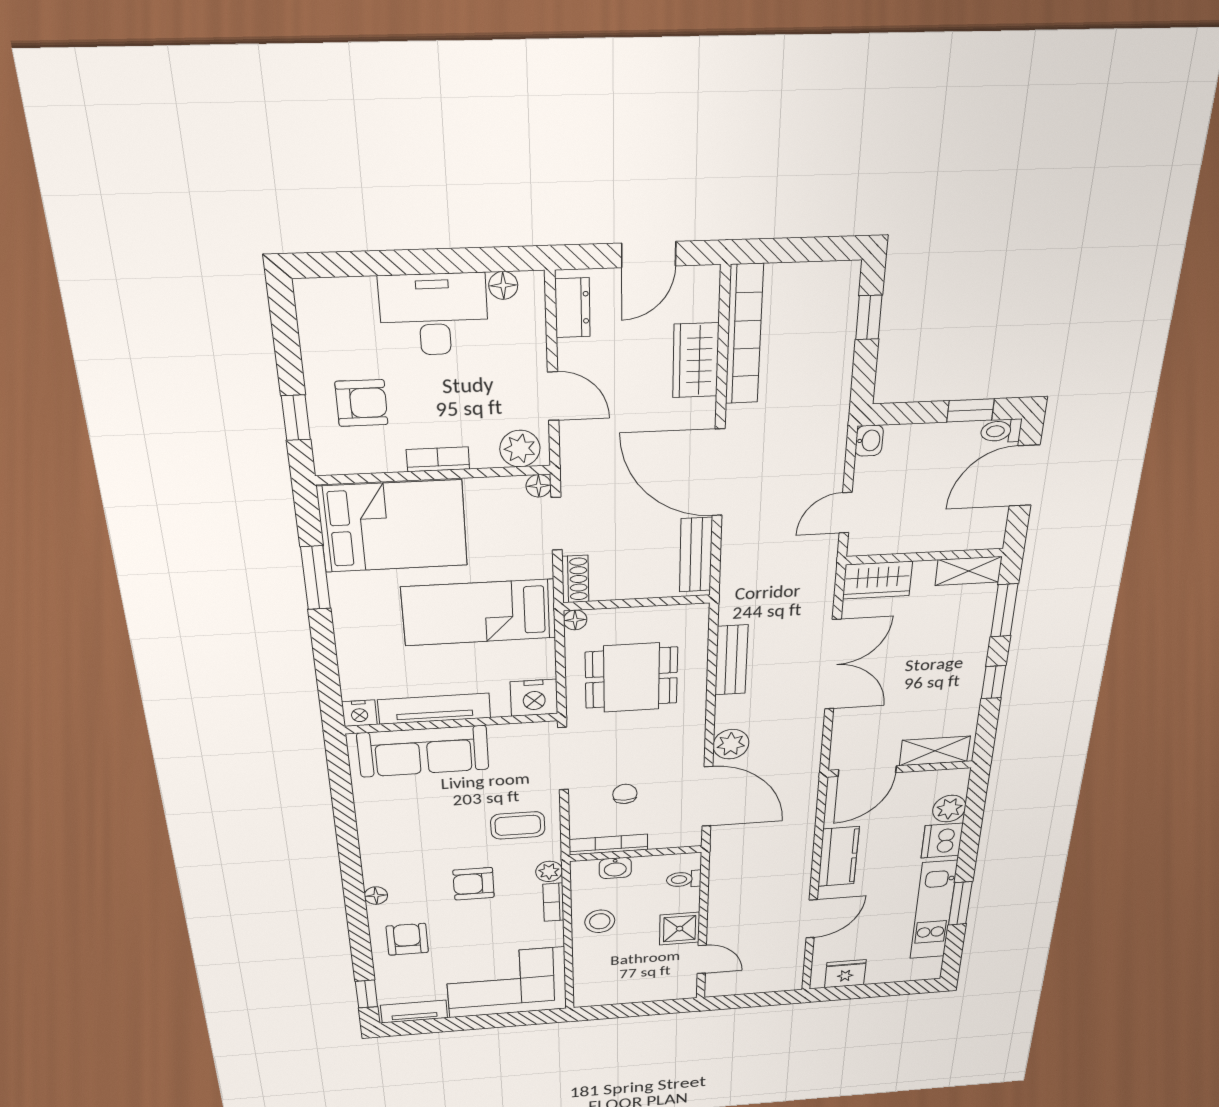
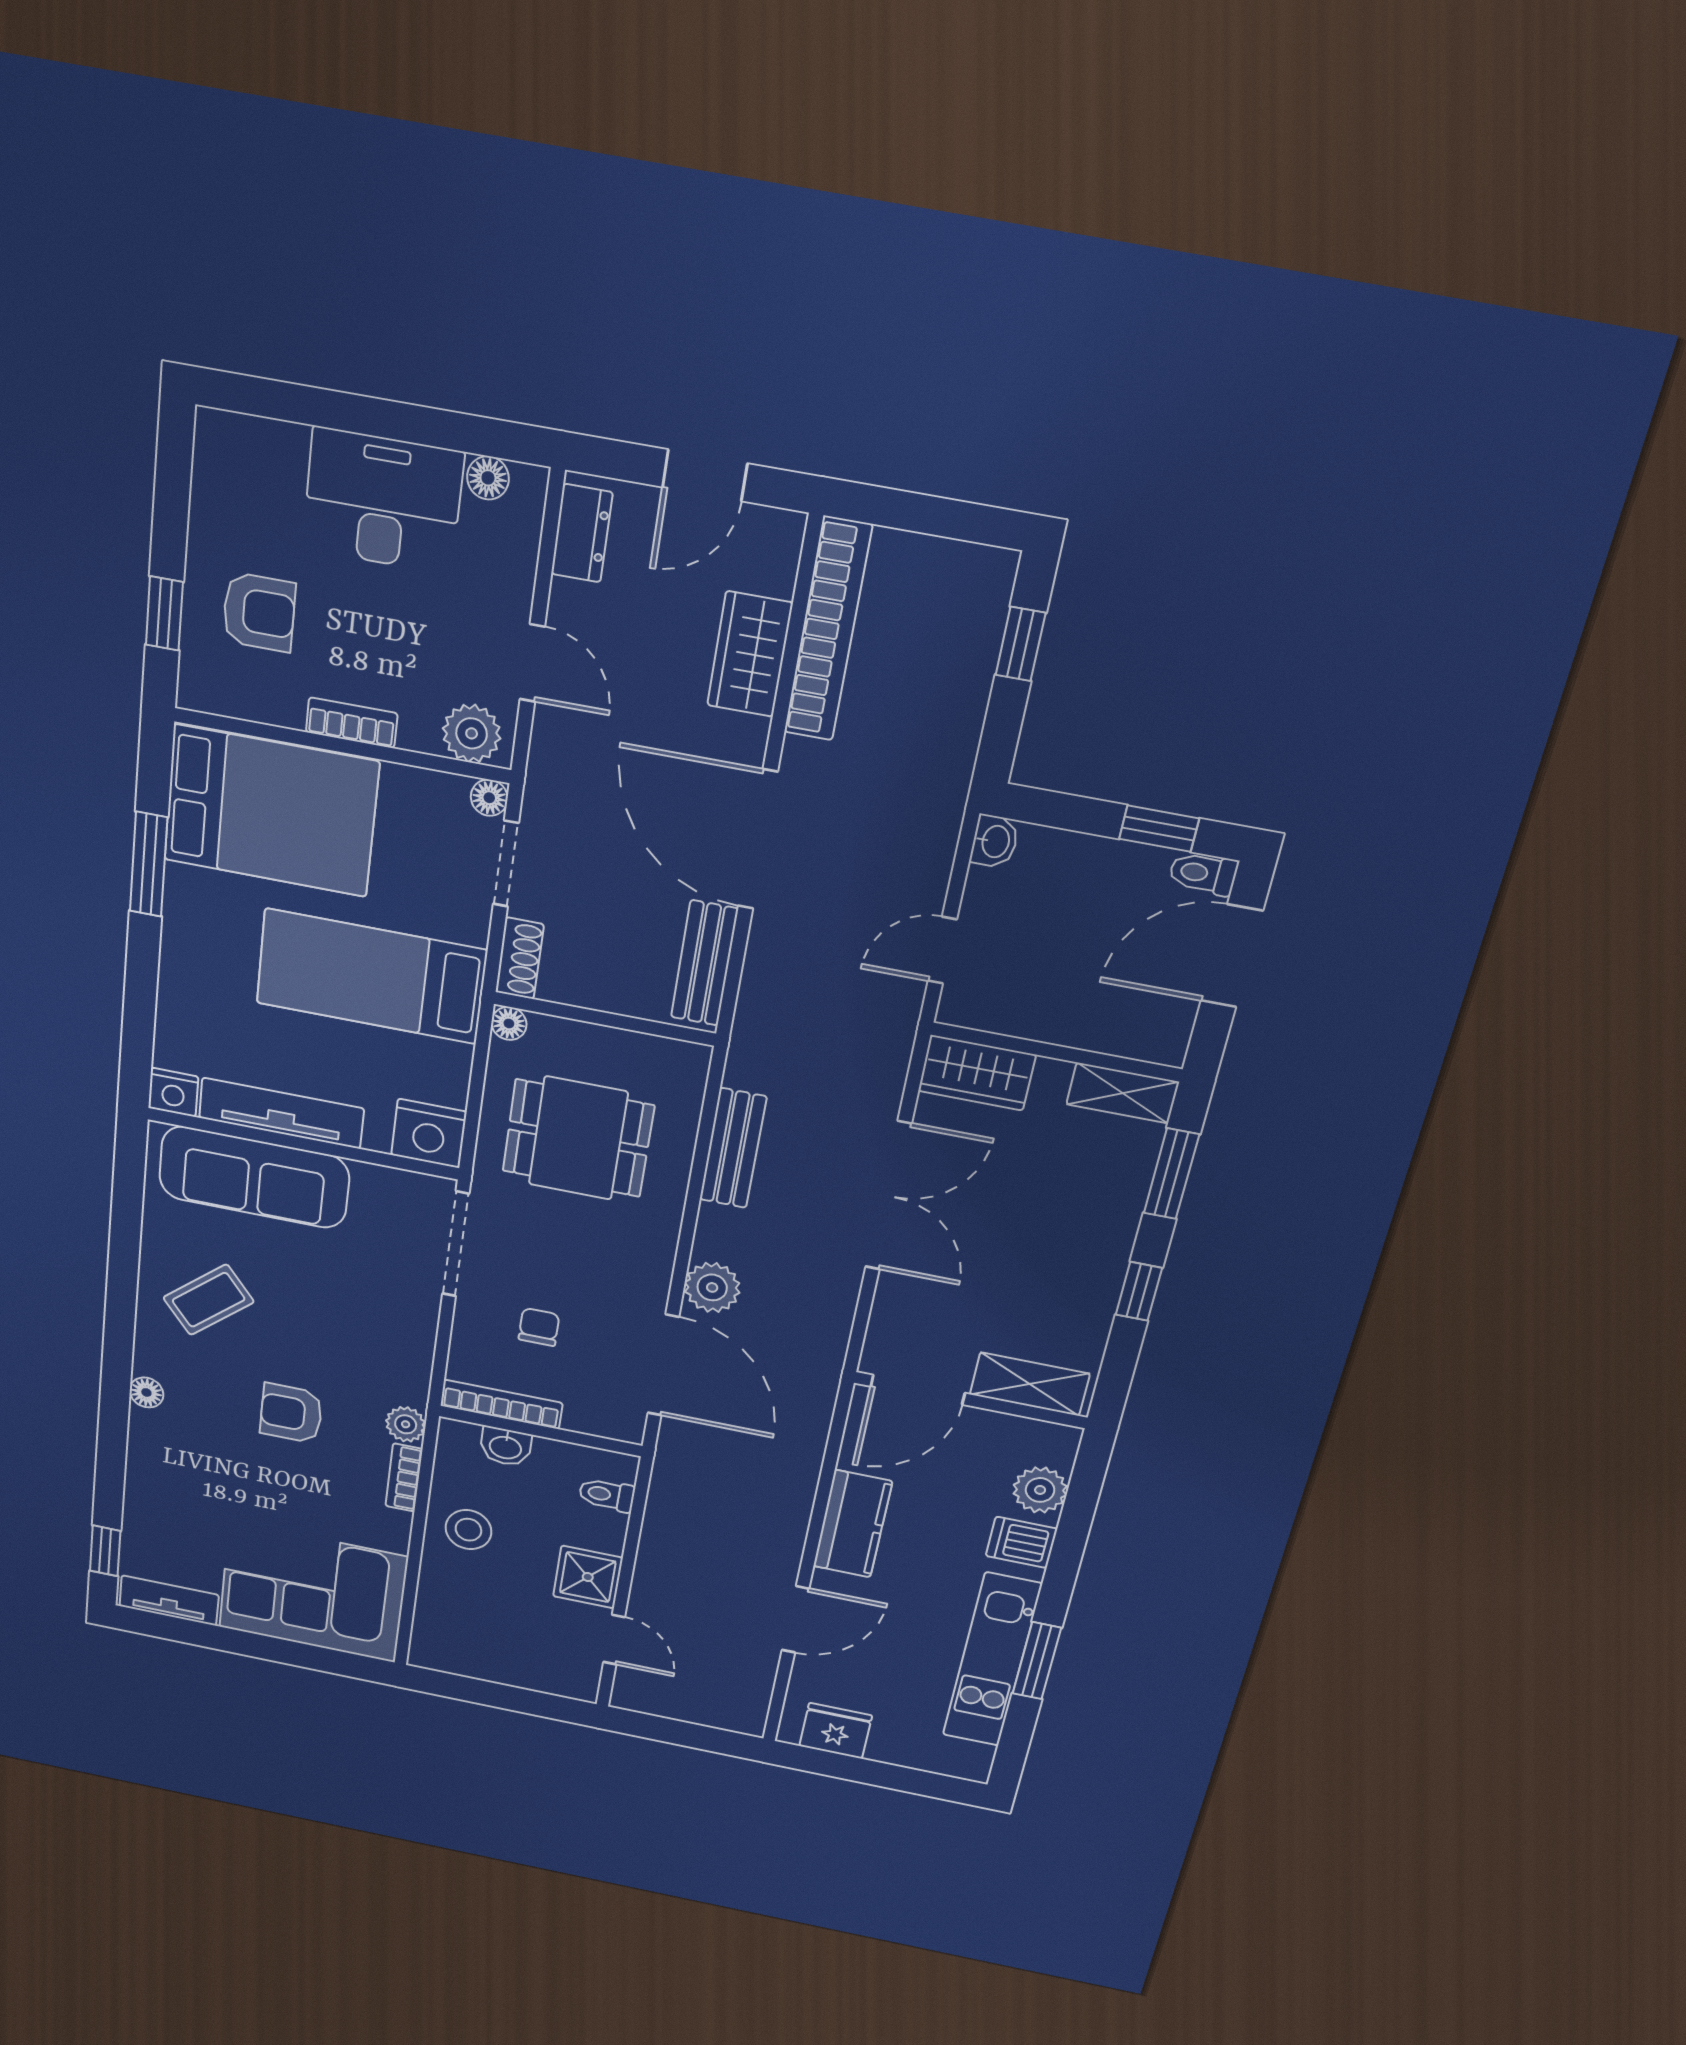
coffee table: (518, 825) -> (209, 1300), moved, turned -40
dishwasher: (942, 841) -> (1021, 1542), width x0.73
armchair: (407, 939) -> (179, 1477), removed

